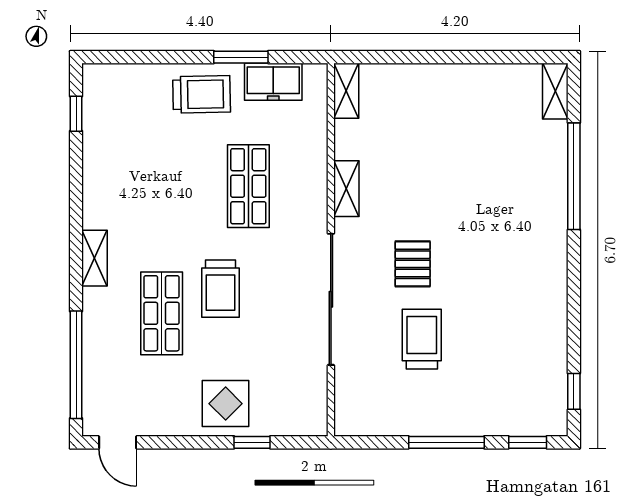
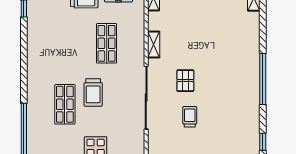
window: (574, 176) -> (263, 79), moved
shelving: (95, 258) -> (33, 78), removed
trolley: (422, 339) -> (190, 117), width x0.73, depth x0.72

